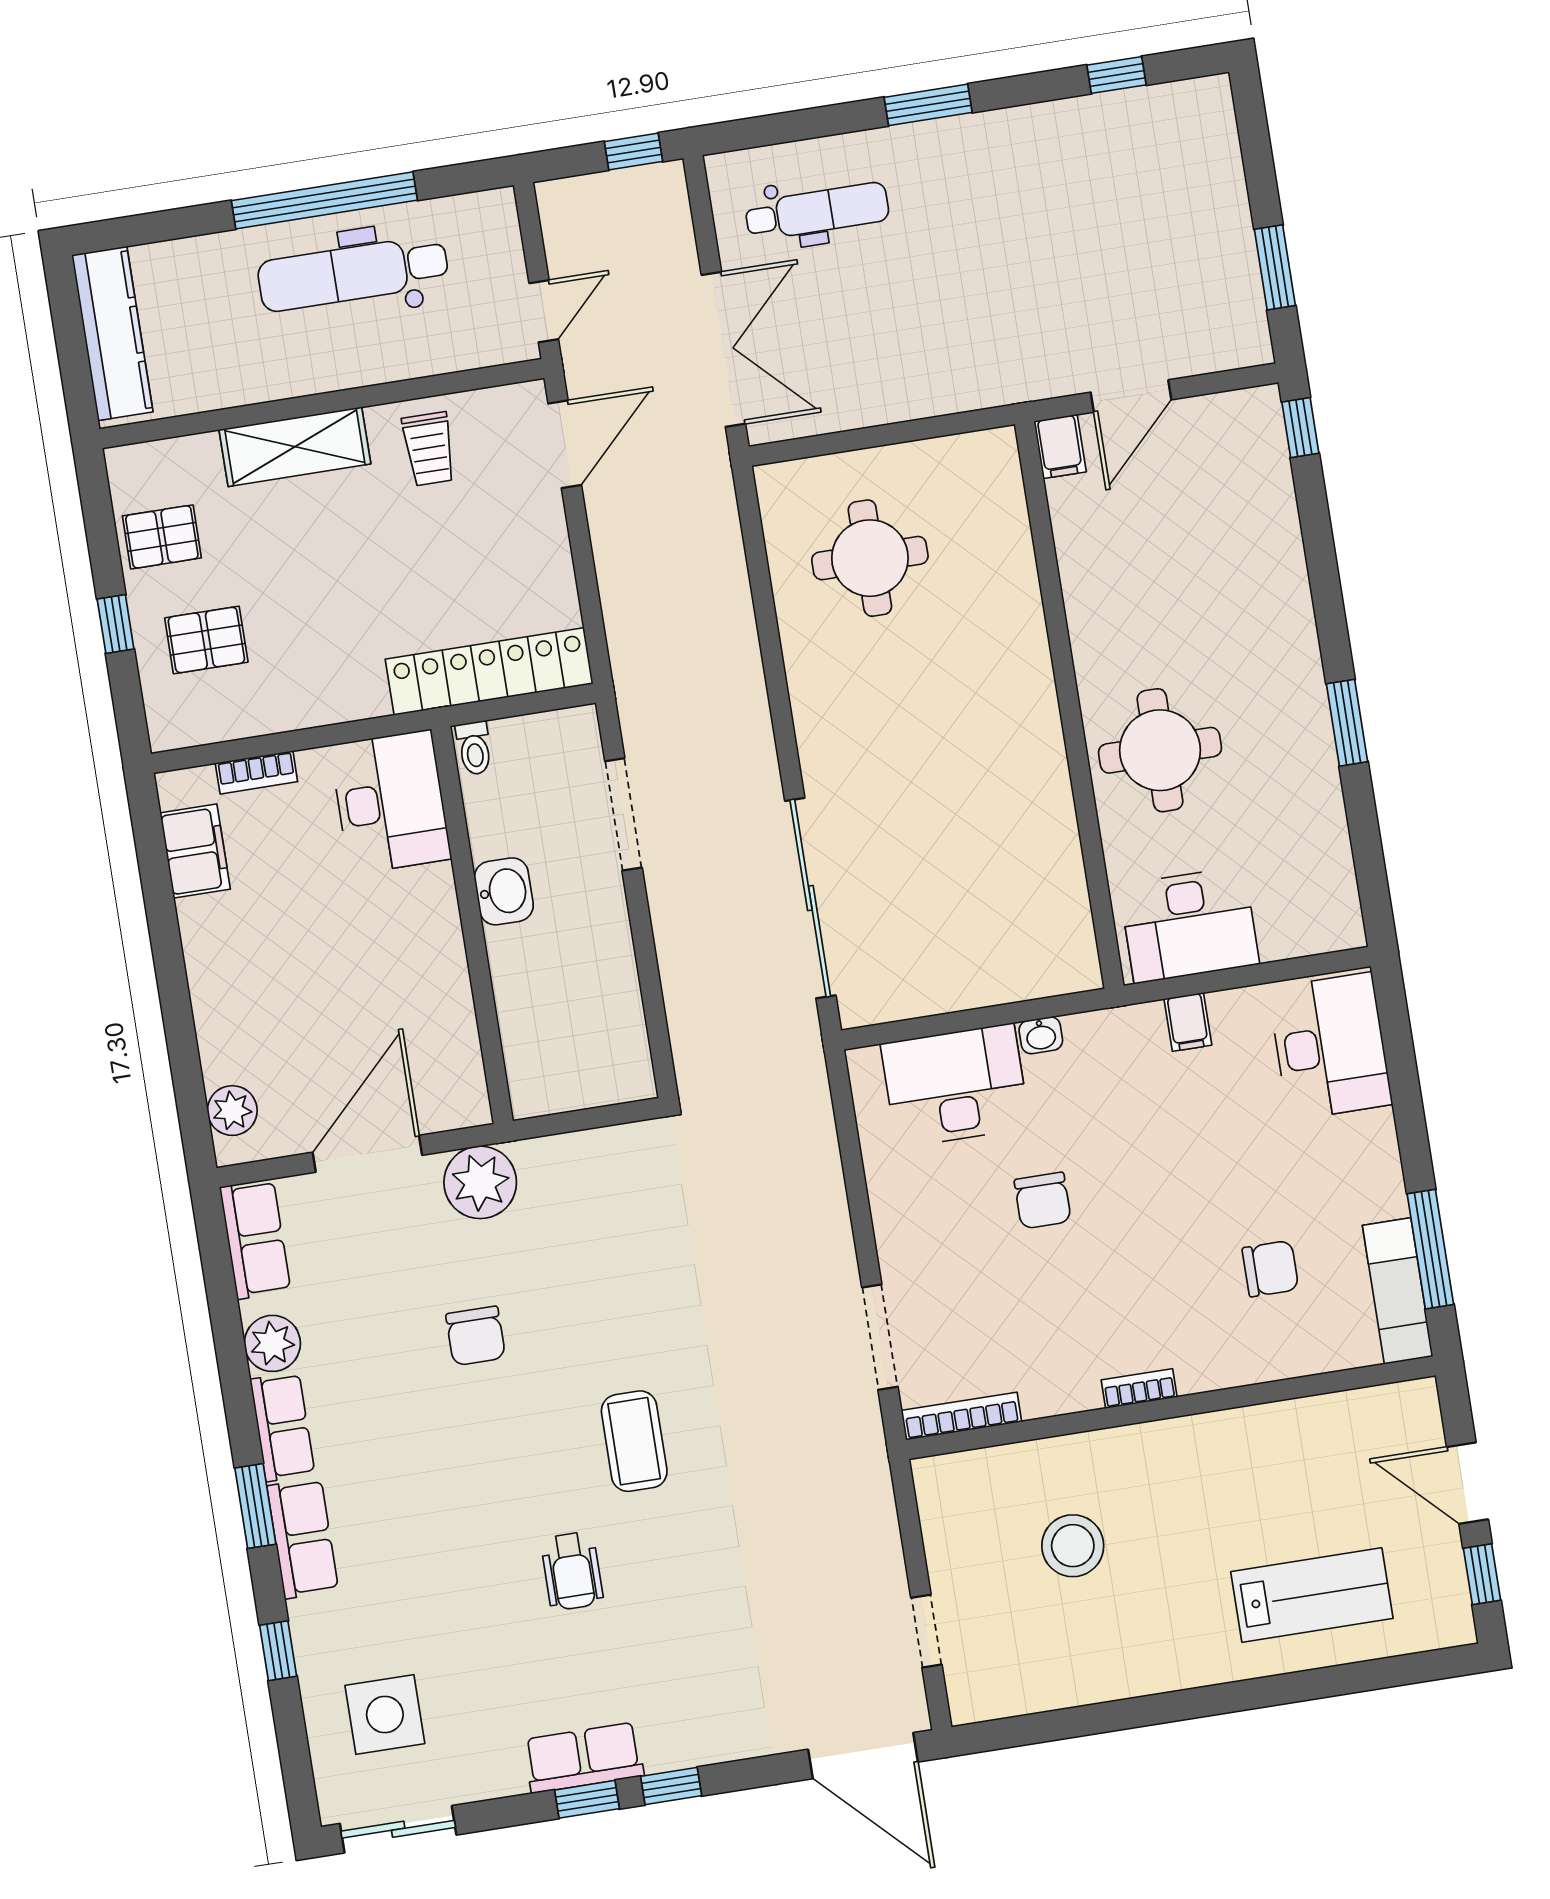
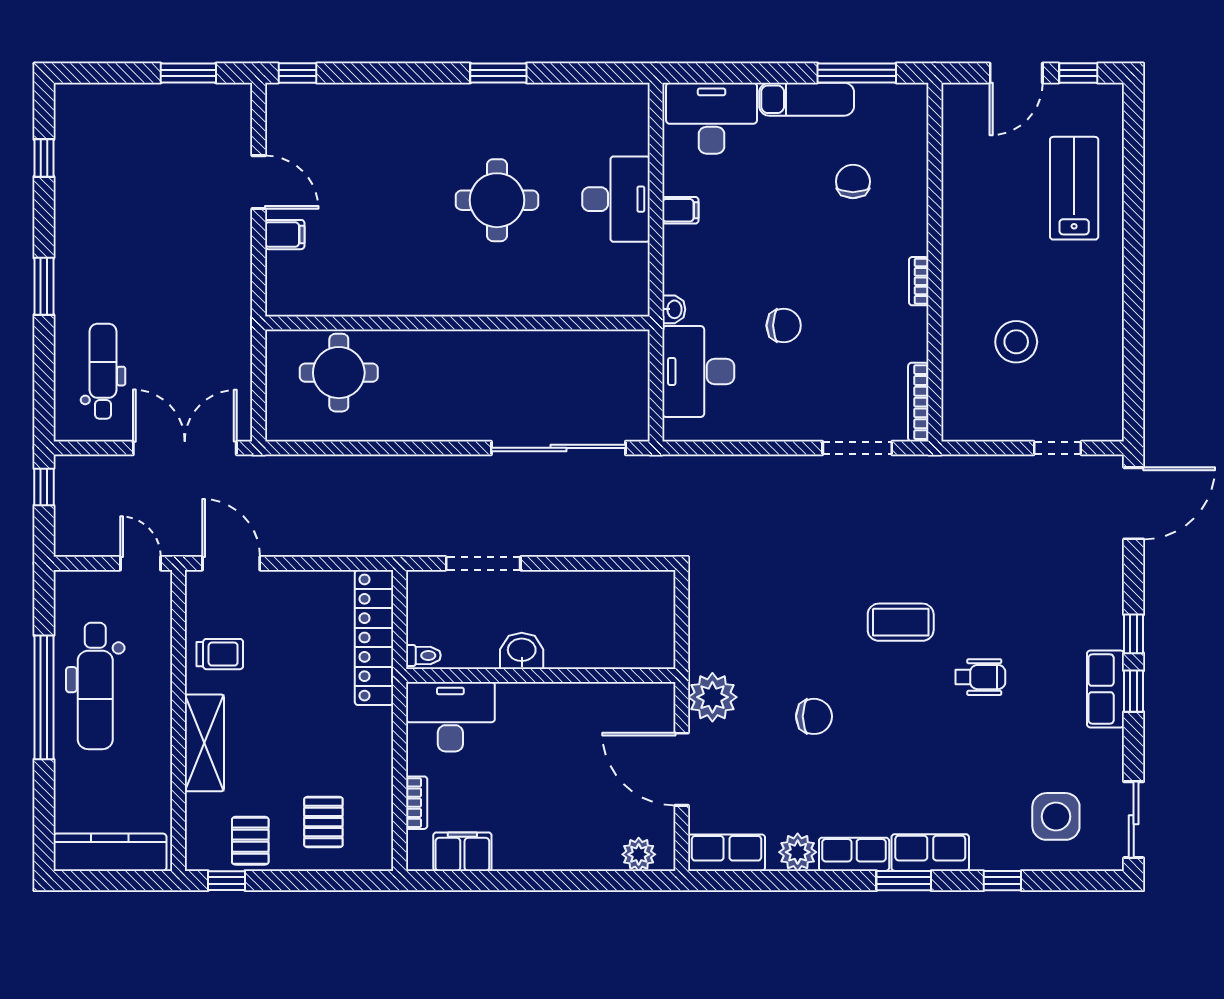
window: (116, 624) -> (226, 881), moved
wall: (1069, 705) -> (457, 323), moved
exam couch: (1398, 1291) -> (807, 99), moved

